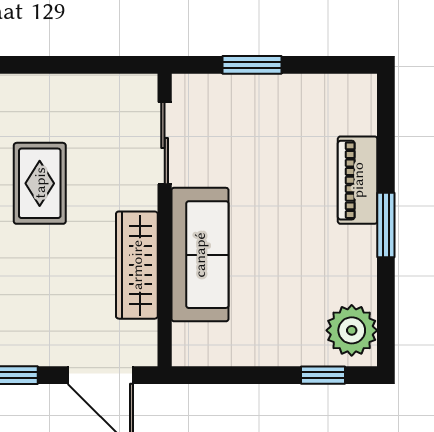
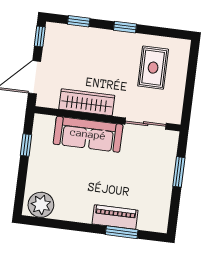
rug: (40, 183) -> (153, 68), moved, turned 90
window: (386, 225) -> (122, 232), moved
window: (323, 375) -> (26, 145), moved

